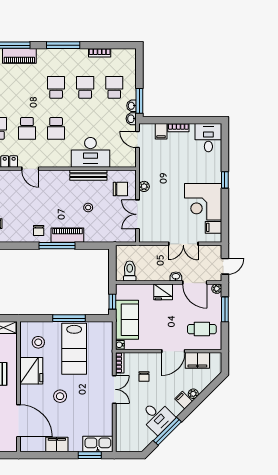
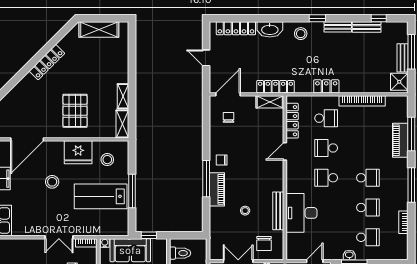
washbasin: (131, 119) -> (336, 255), removed

